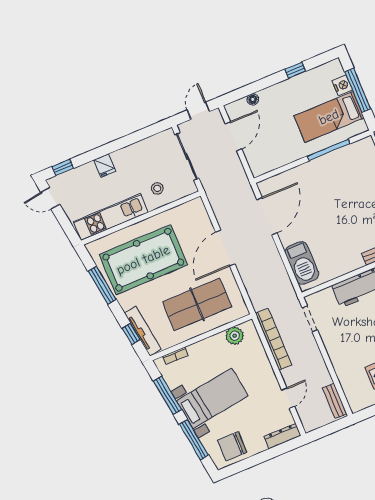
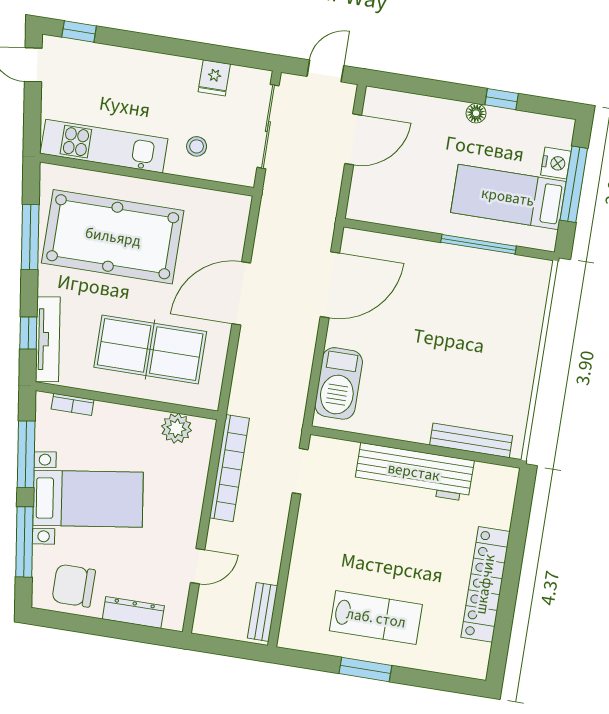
floor lamp: (253, 99) -> (476, 113), moved
fridge: (105, 165) -> (214, 78), moved
dresser: (282, 436) -> (133, 612), moved

